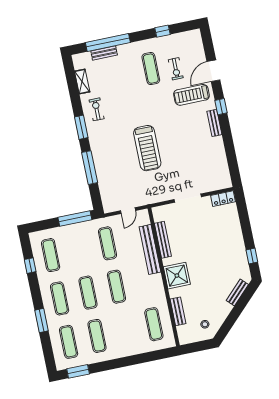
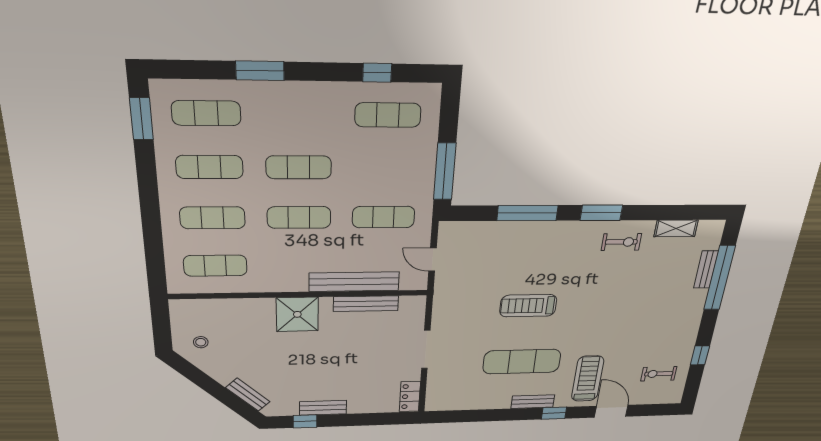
exercise mat: (151, 69) -> (522, 362), moved, width x1.36, depth x1.45
exercise bike: (176, 69) -> (659, 374), moved
treadmill: (147, 148) -> (528, 306), width x0.73, depth x0.73
exercise mat: (60, 298) -> (212, 218), moved
bench: (178, 311) -> (323, 408), moved

